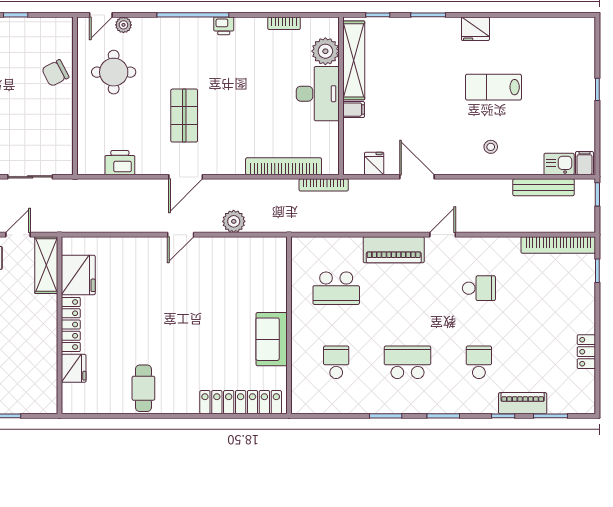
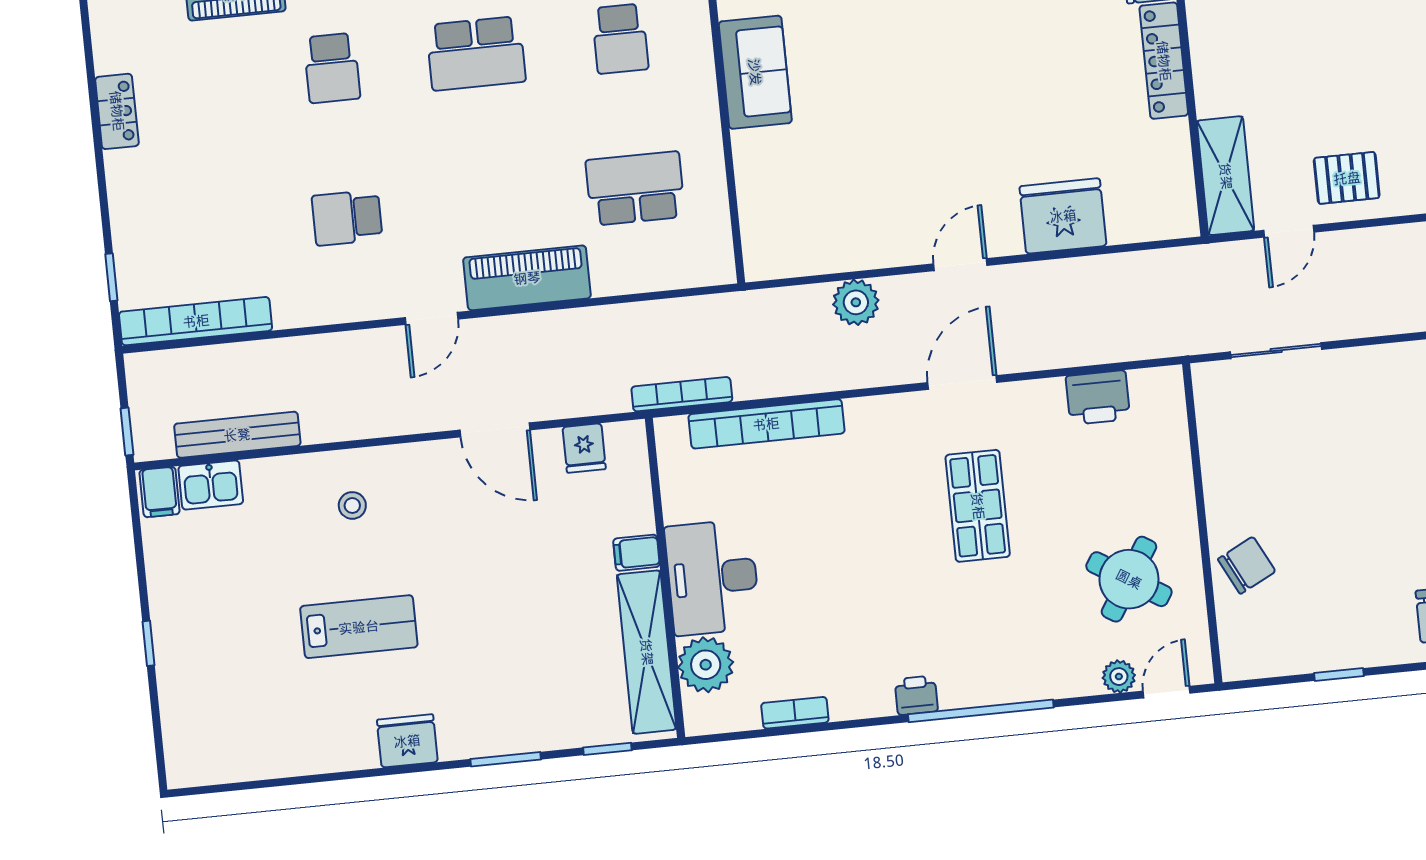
round table: (114, 72) -> (1129, 579), turned 32
fridge: (78, 275) -> (1063, 216), moved, turned 90

